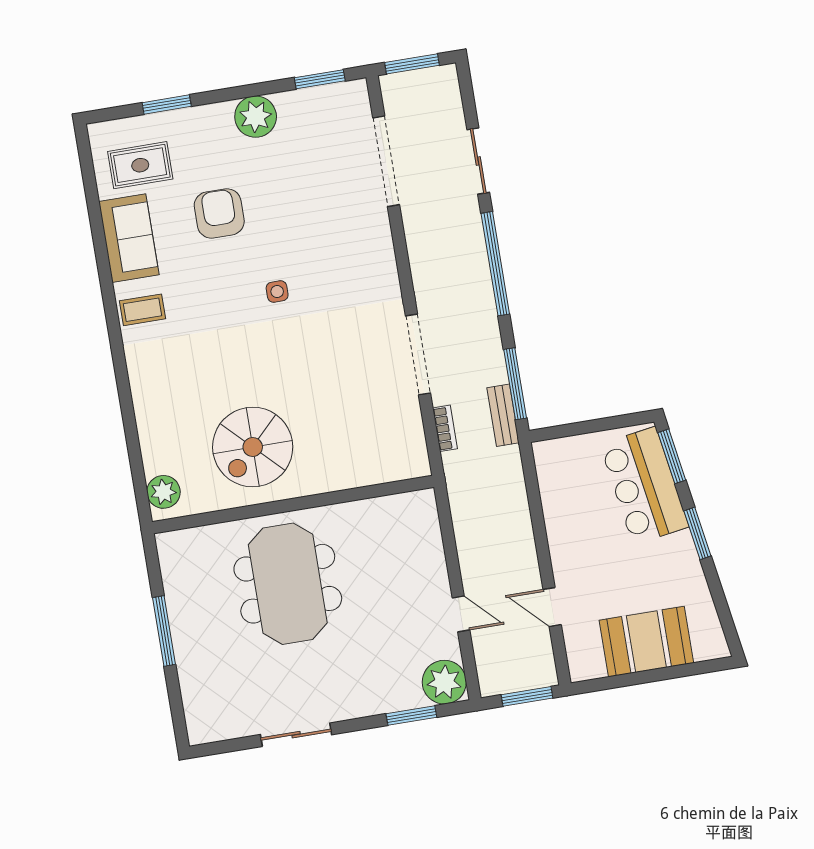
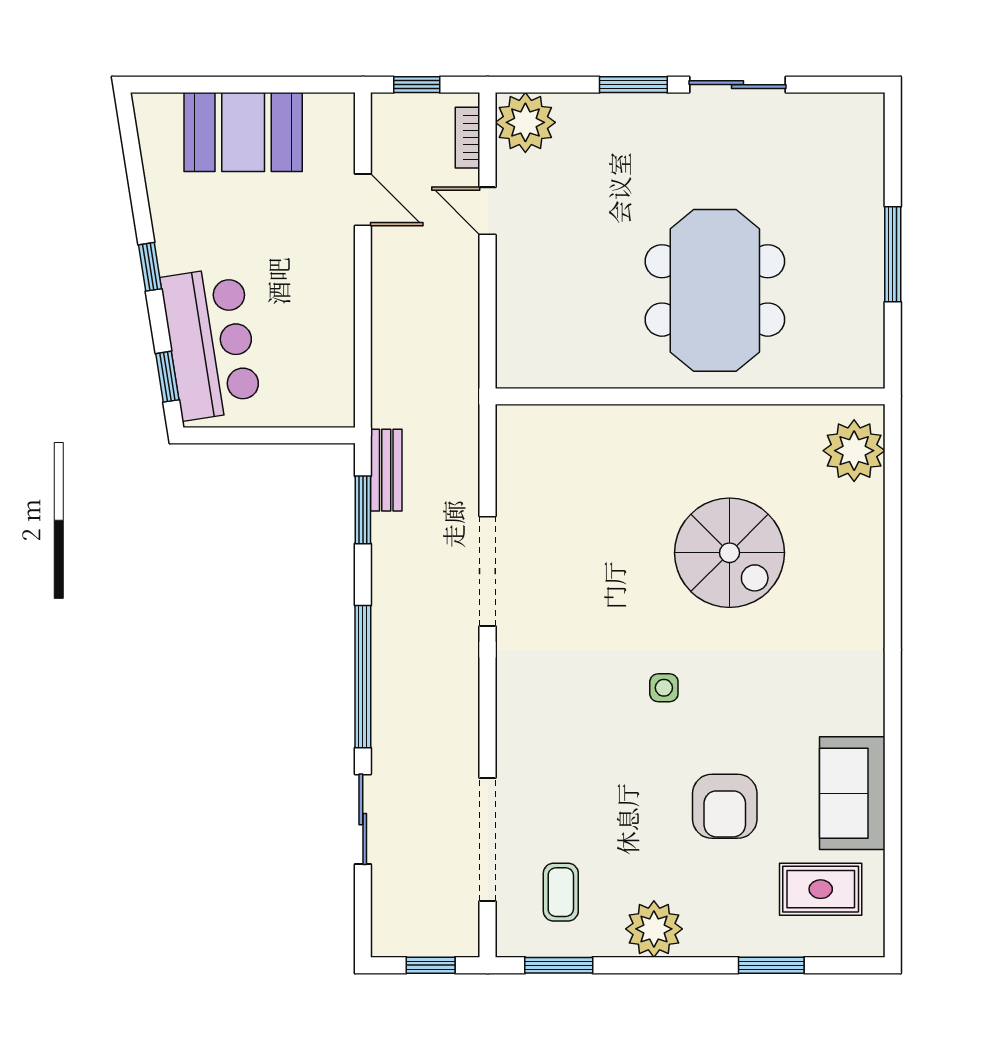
window: (412, 64) -> (431, 965), width x0.67
coffee table: (143, 310) -> (561, 892), moved, turned 90
window: (515, 384) -> (363, 510), width x0.69
bookcase: (445, 428) -> (468, 138), moved
spiral stairs: (253, 447) -> (730, 553), moved, turned 90
window: (672, 456) -> (167, 377), width x0.67
plant: (164, 492) -> (854, 451), width x1.36, depth x1.36
window: (697, 533) -> (150, 267), width x0.67
window: (527, 696) -> (417, 85), width x0.67
window: (411, 716) -> (633, 85), moved

